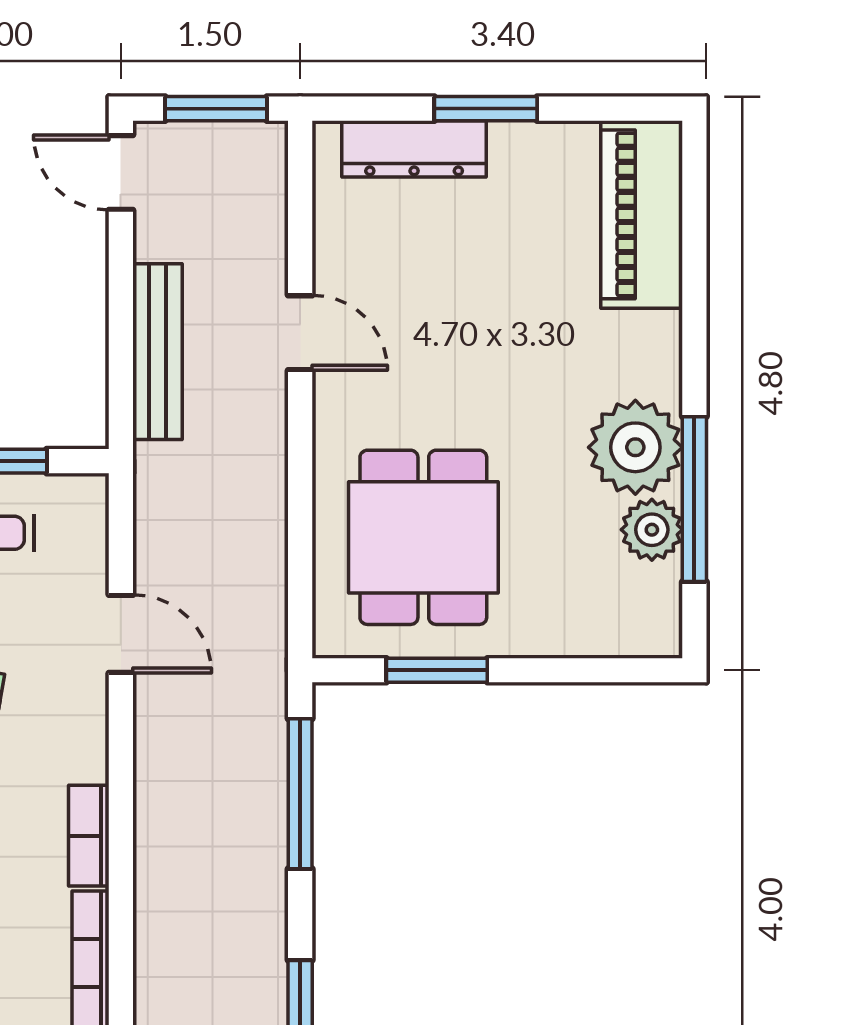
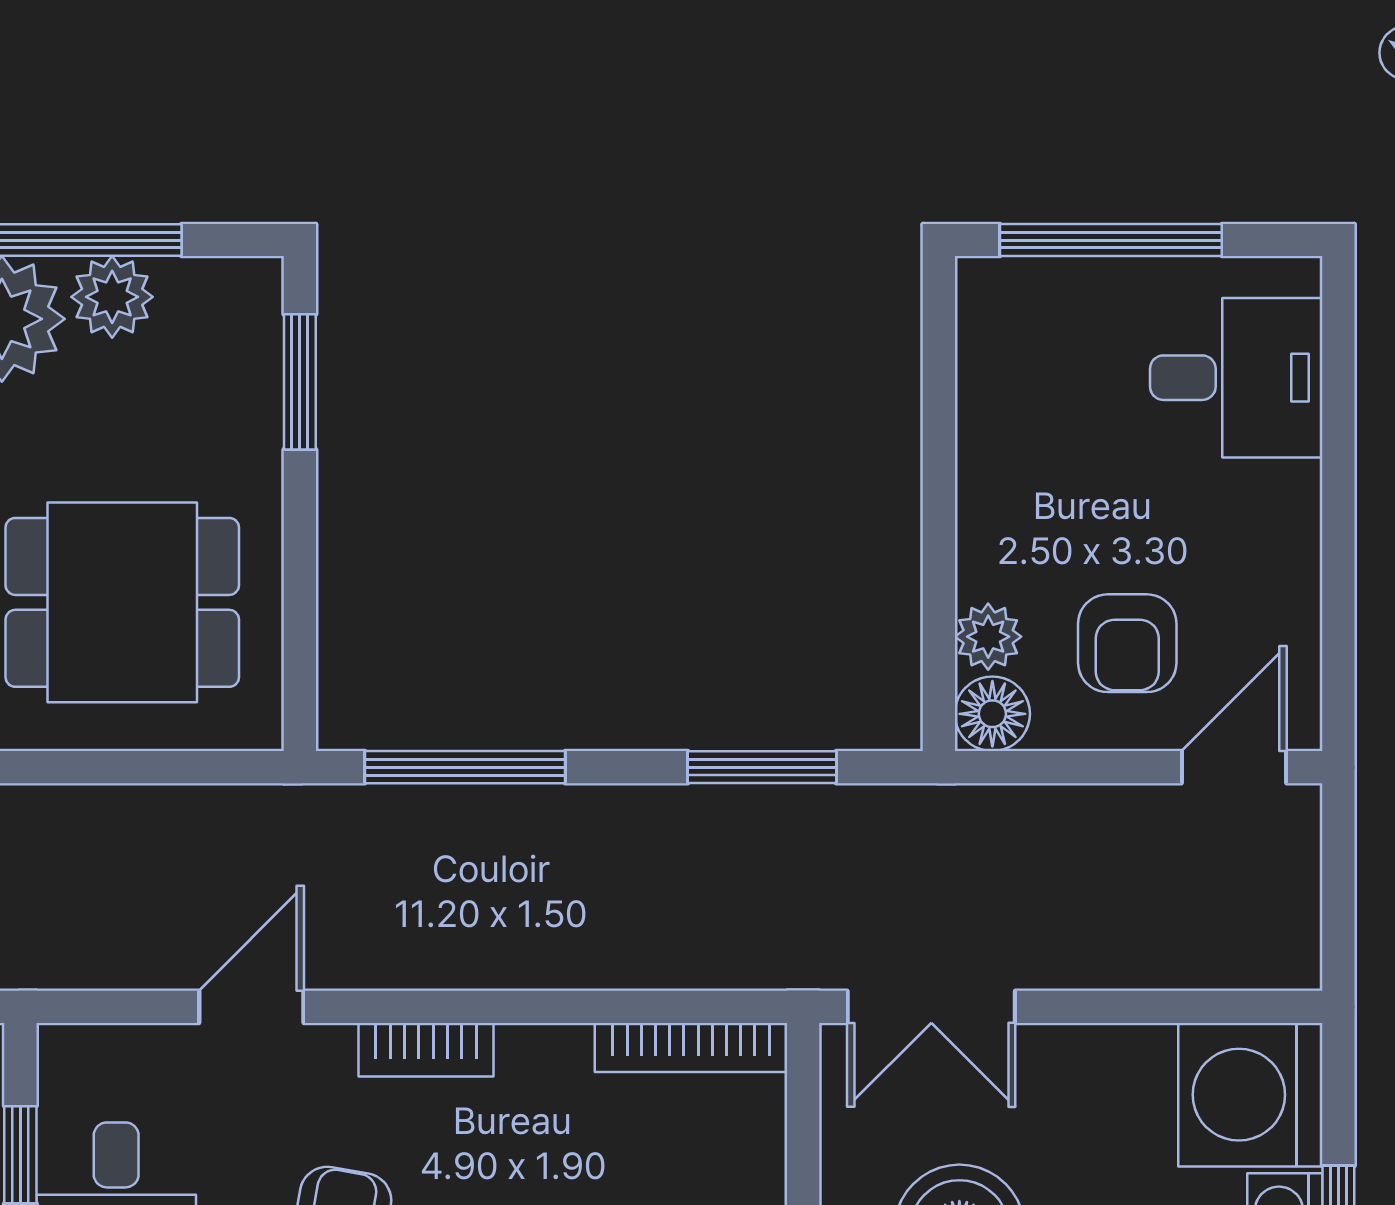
window: (437, 670) -> (300, 382), moved
bookcase: (89, 836) -> (426, 1050), moved

